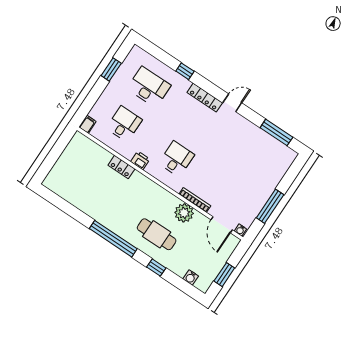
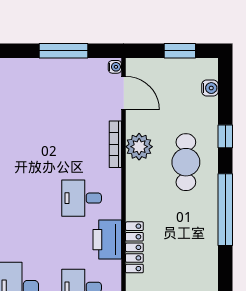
printer: (140, 160) -> (107, 240), width x1.87, depth x1.48
locker: (121, 167) -> (134, 247), width x1.53
door: (222, 225) -> (124, 93), hinge flipped

